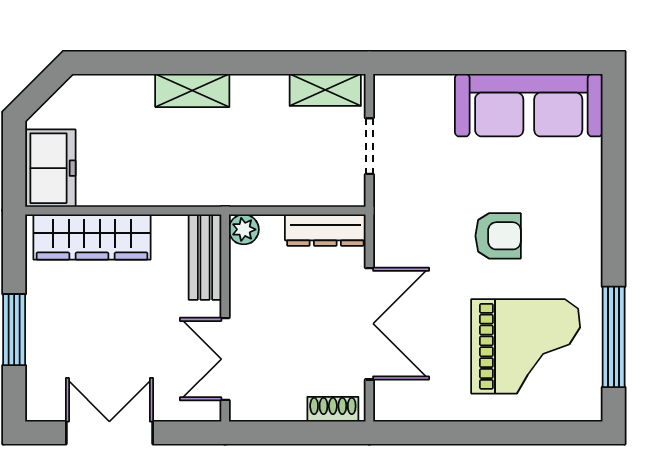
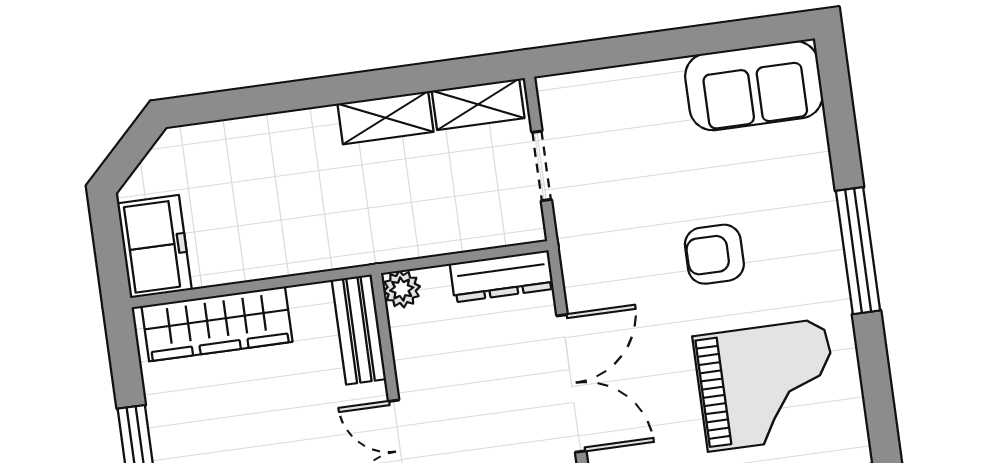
shelving: (192, 90) -> (385, 118), moved
sofa: (529, 105) -> (754, 86), width x0.73
armchair: (498, 236) -> (714, 254), turned 180
window: (614, 337) -> (858, 251), moved

